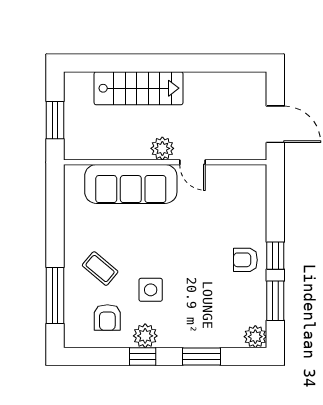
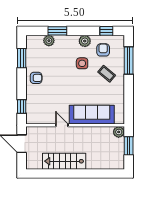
stairs: (139, 88) -> (64, 161), moved
plant: (162, 148) -> (119, 132), moved
window: (275, 256) -> (22, 107), moved
plant: (255, 337) -> (49, 41), moved
window: (143, 357) -> (106, 31), moved

